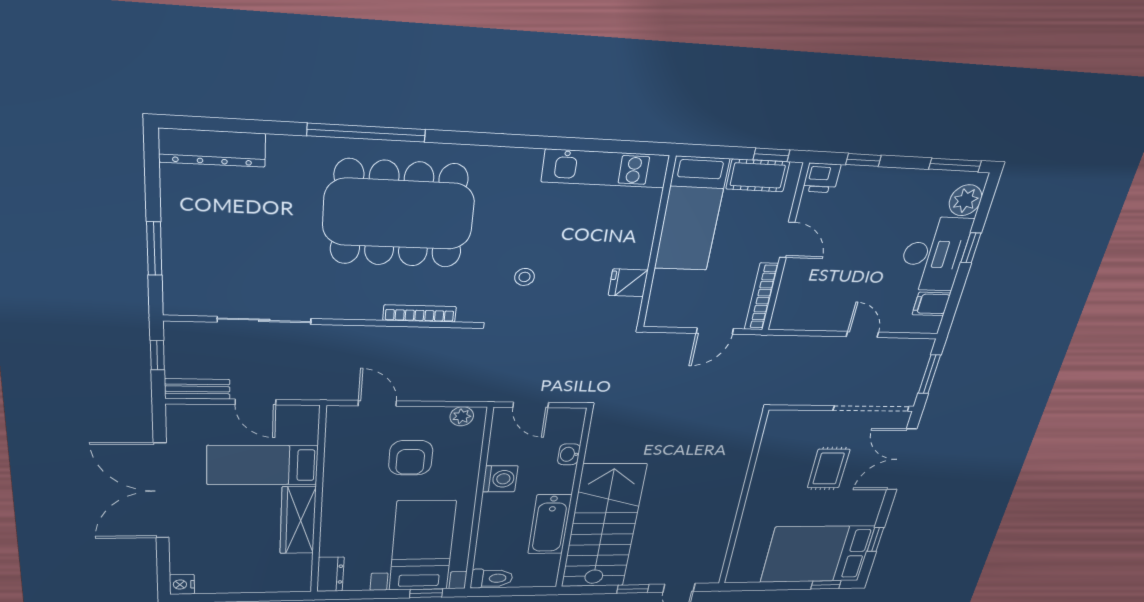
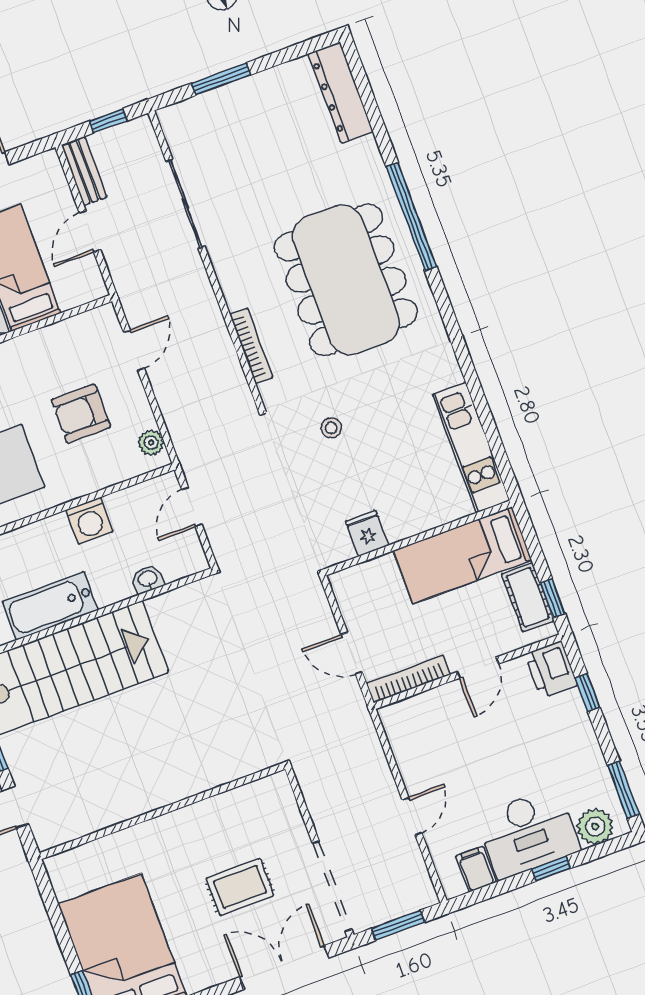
printer: (822, 178) -> (551, 670), width x1.36, depth x1.24

